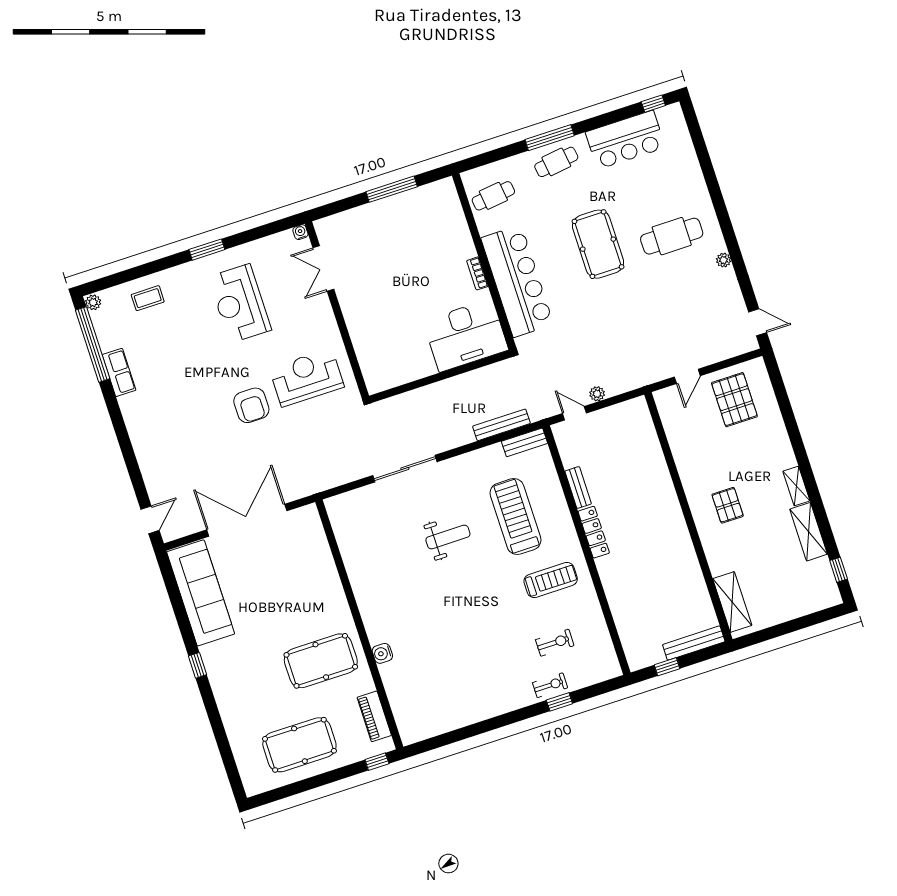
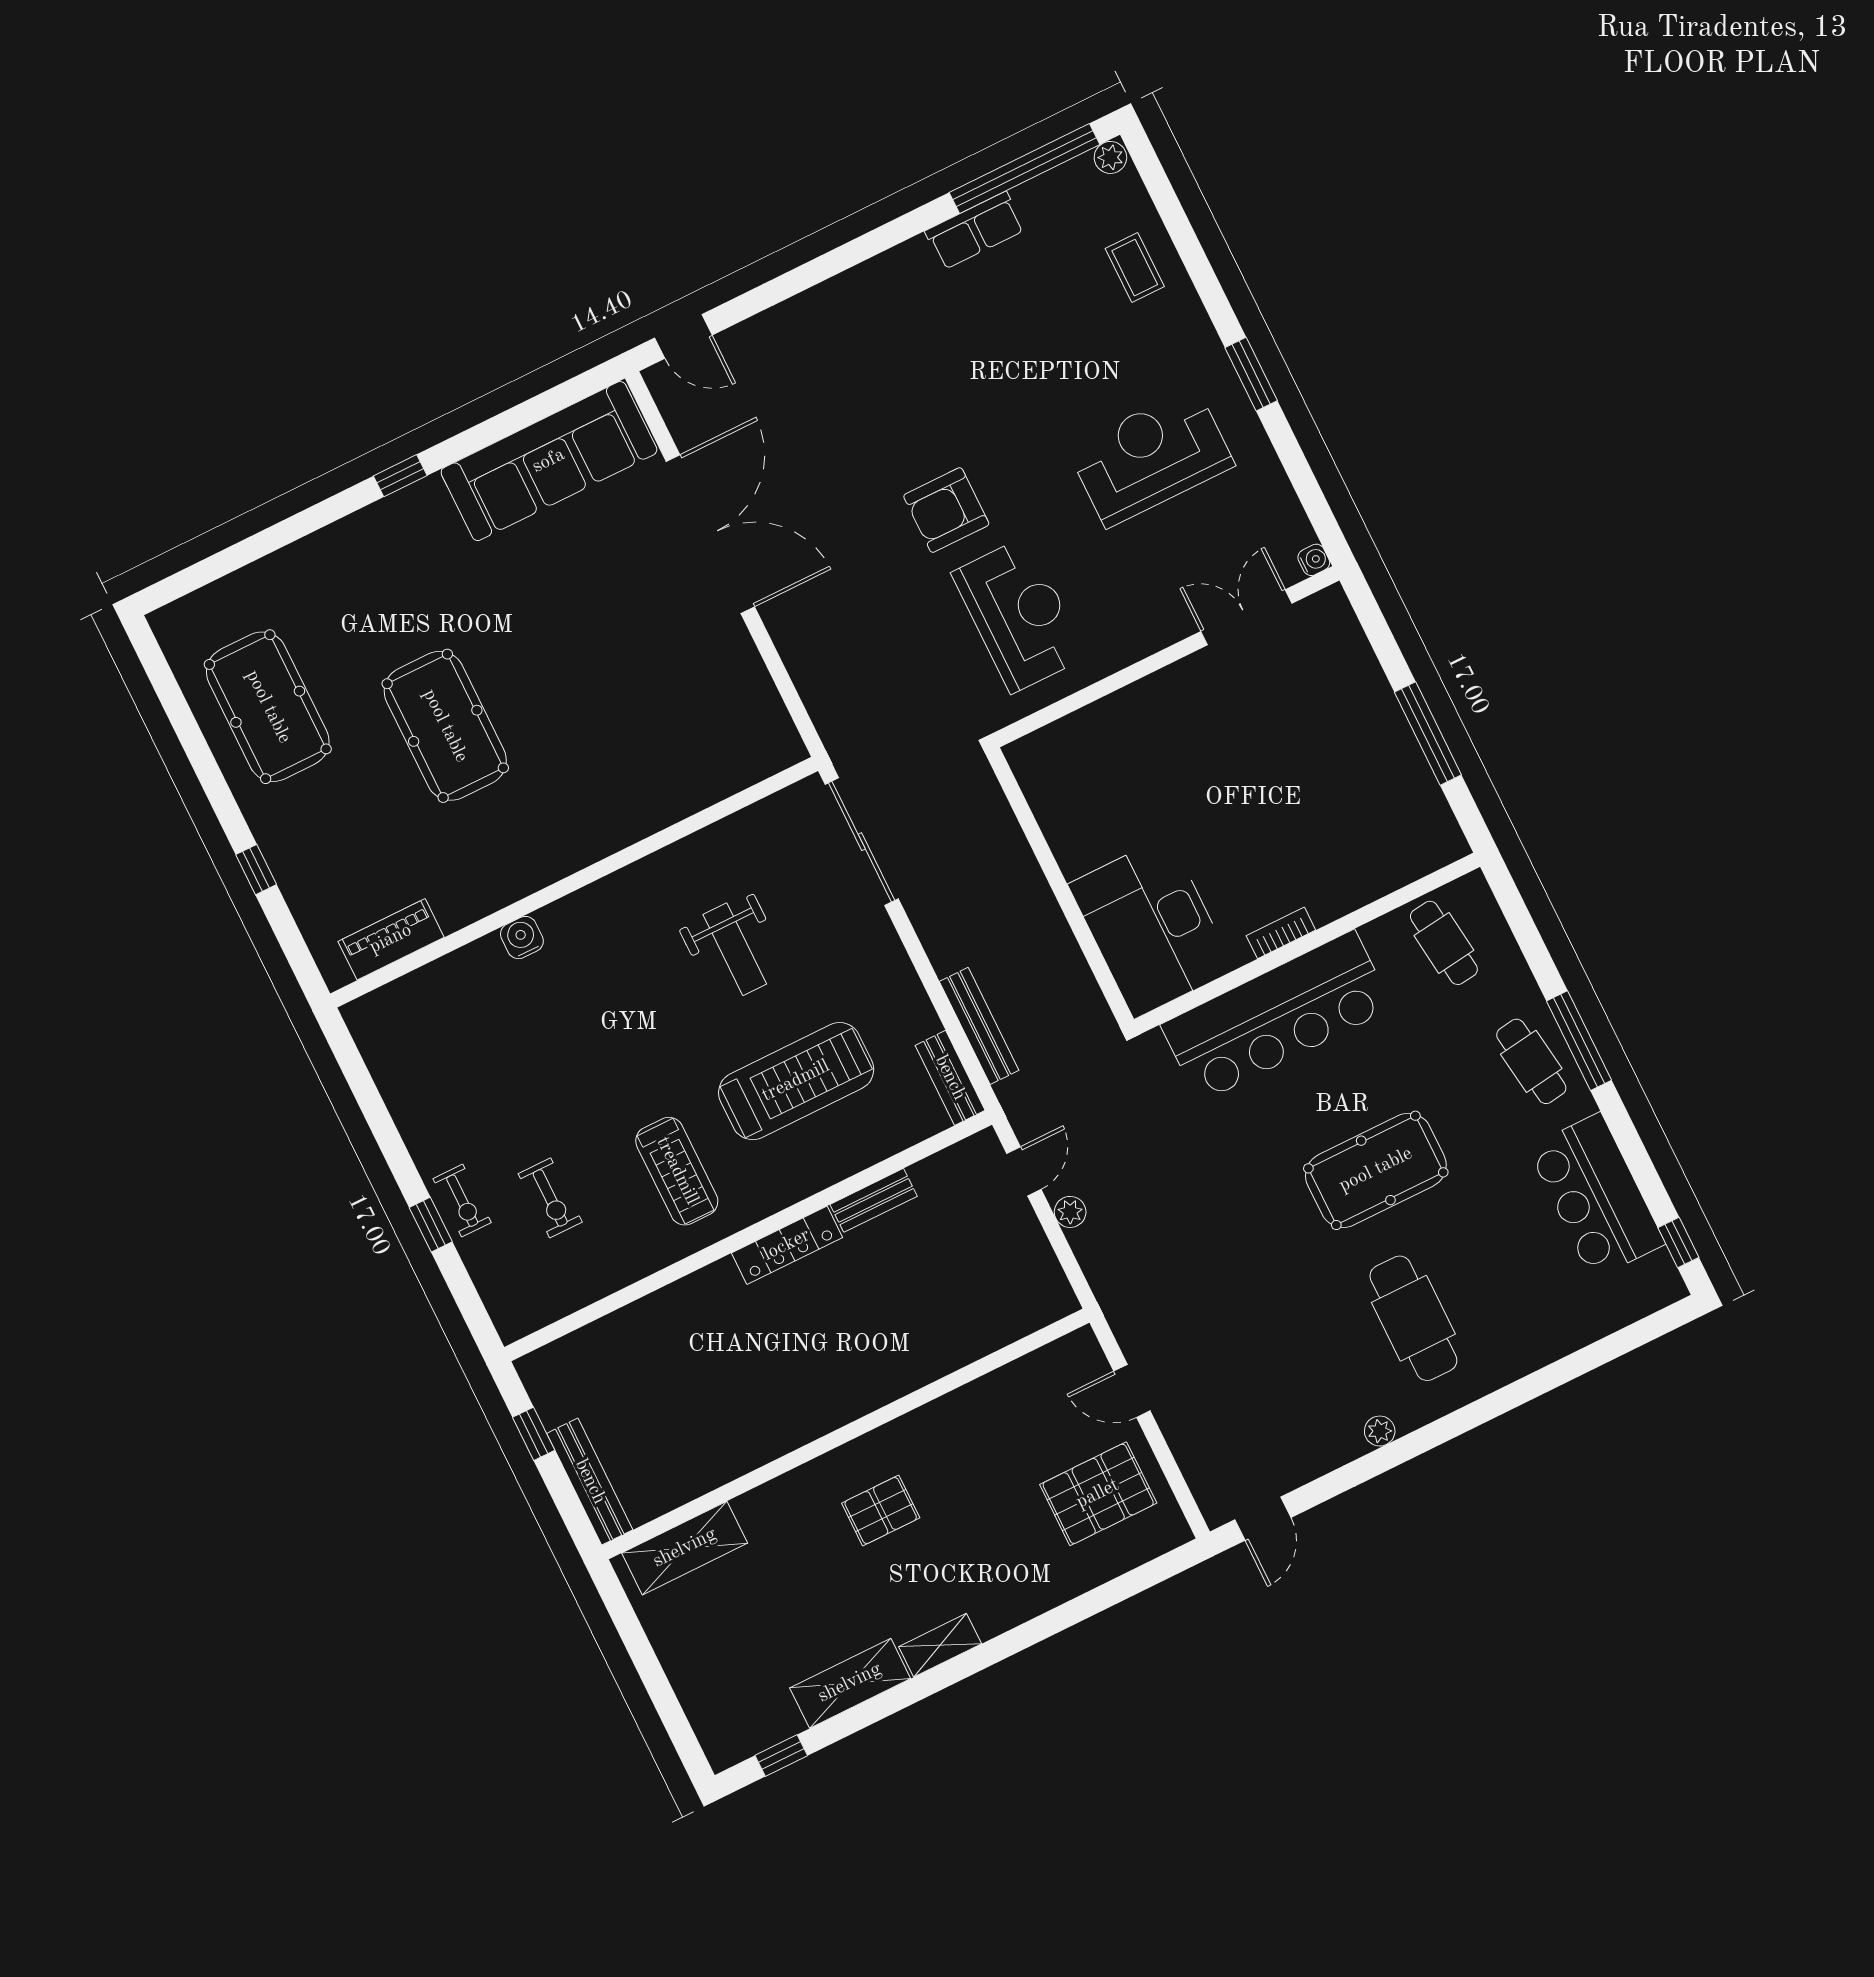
wall: (359, 624) -> (574, 882), moved
water cooler: (382, 653) -> (522, 938), moved
piano: (374, 716) -> (391, 939), moved

